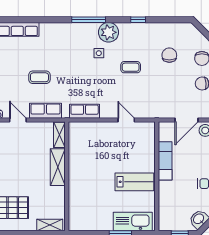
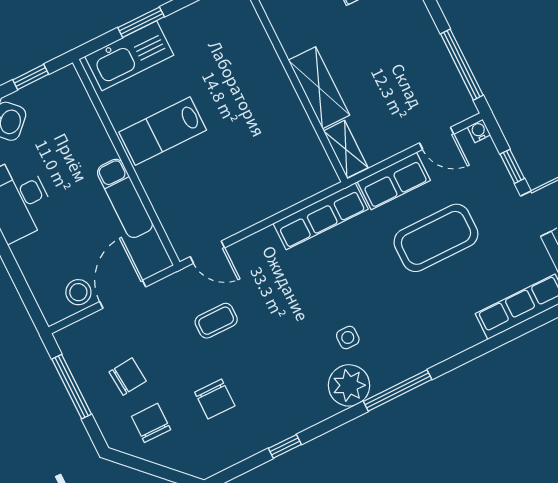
window: (138, 20) -> (285, 446), moved
coffee table: (131, 67) -> (216, 321), moved
coffee table: (39, 77) -> (436, 238), width x1.86, depth x1.72
row of seats: (85, 111) -> (321, 216), width x1.48
door: (126, 120) -> (207, 252), moved

